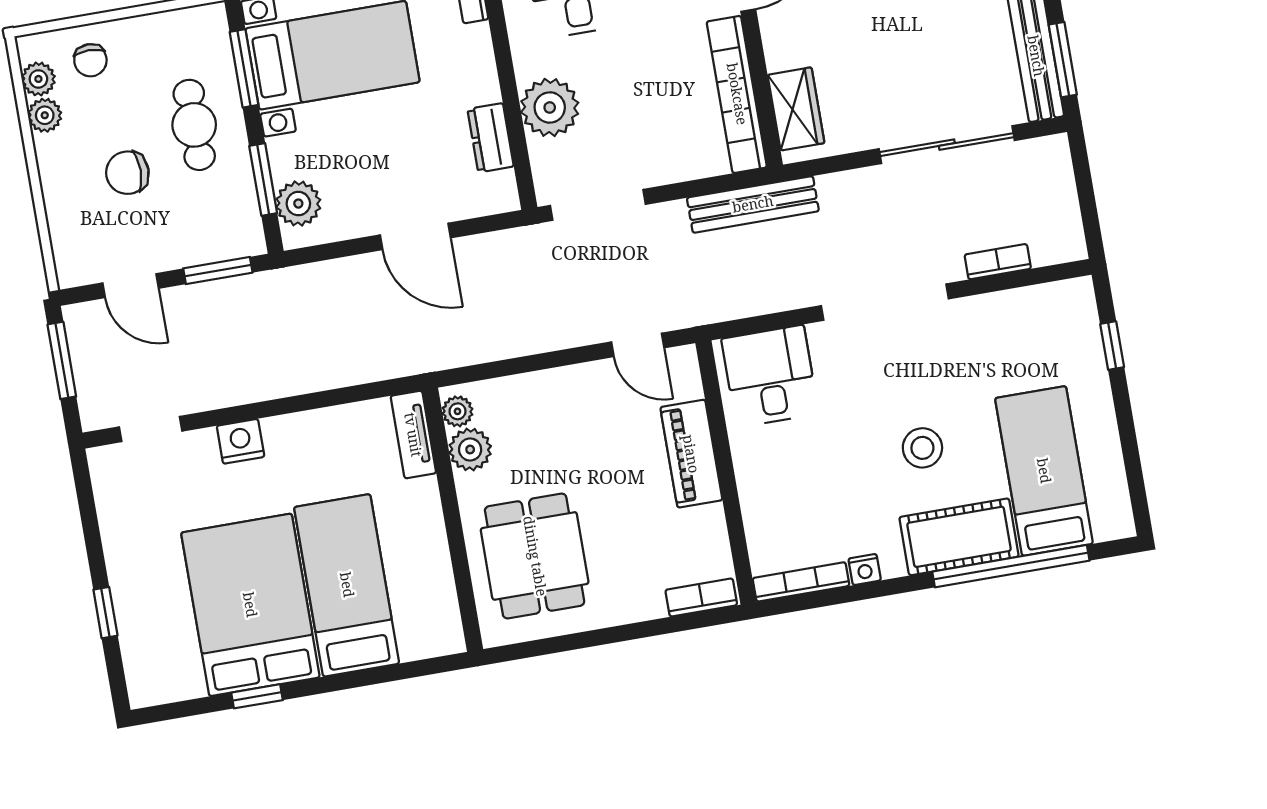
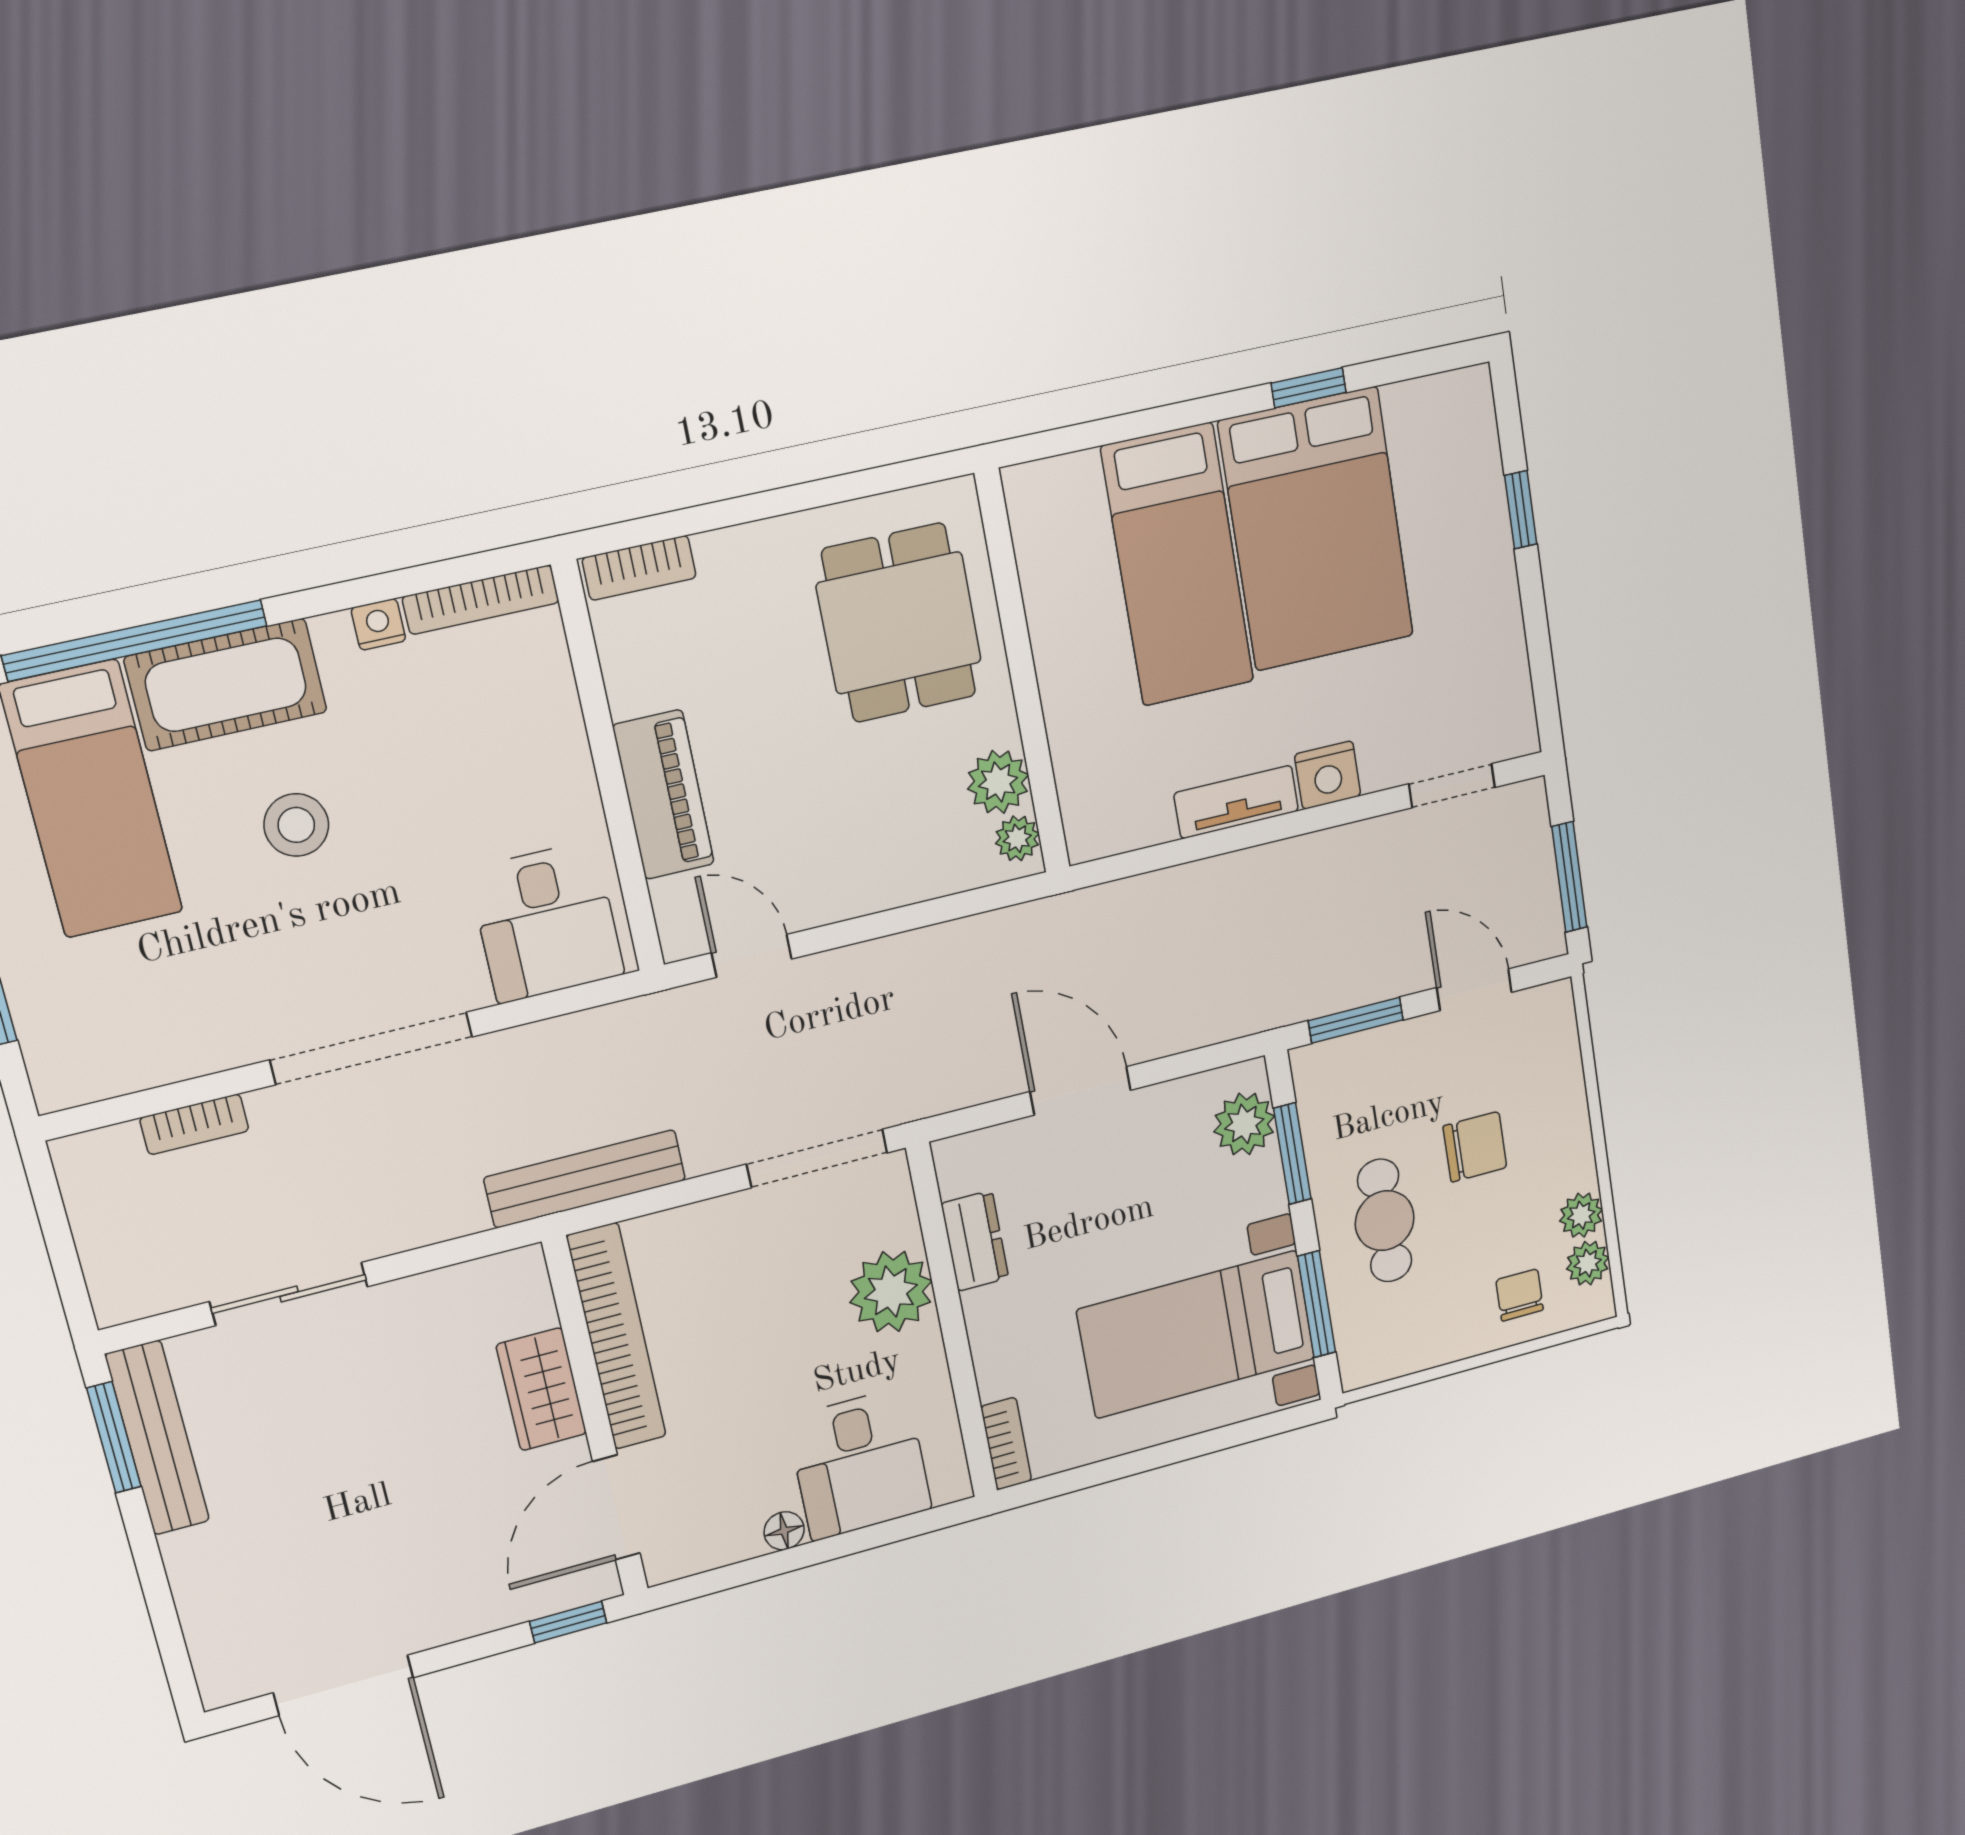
wardrobe: (796, 109) -> (541, 1389), moved
sliding door: (947, 145) -> (289, 1294), width x0.73
tv unit: (413, 435) -> (1236, 802), moved, turned -90

